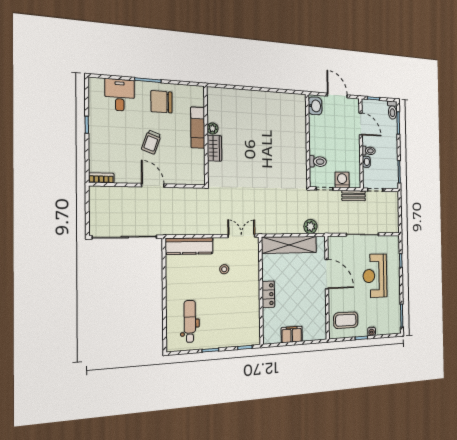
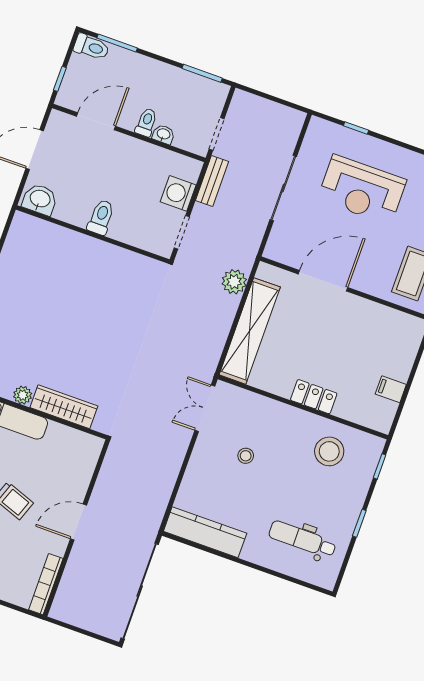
wardrobe: (214, 148) -> (64, 407), width x1.50
toilet: (318, 162) -> (101, 217), moved
bookcase: (101, 178) -> (46, 584), width x1.56
kitchen counter: (189, 246) -> (205, 532), moved, turned -90
stool: (243, 316) -> (329, 451), added
filing cabinet: (292, 335) -> (391, 389), width x0.50

